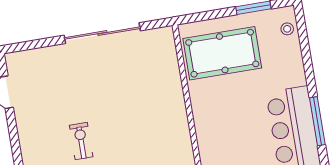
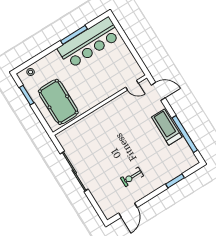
exercise bike: (81, 141) -> (132, 177), moved

